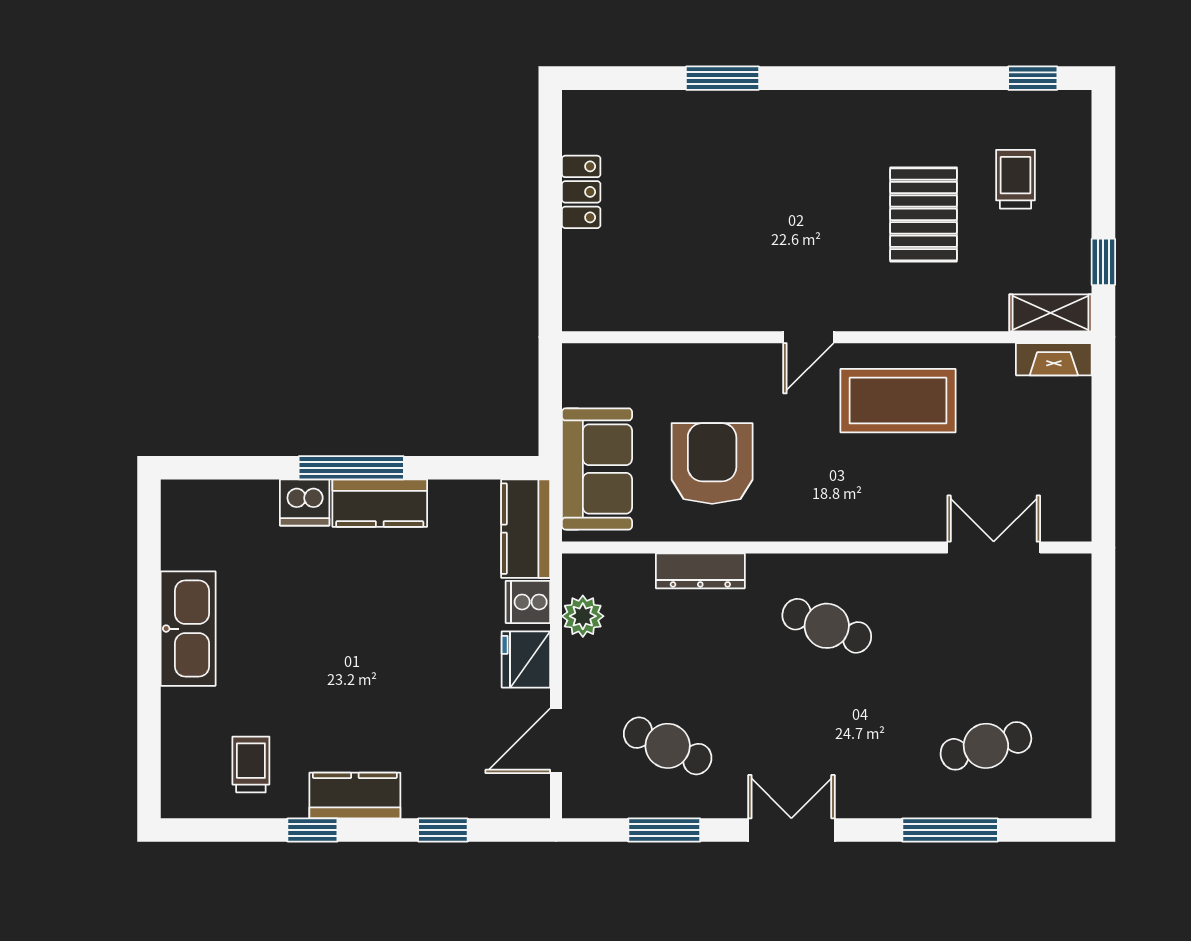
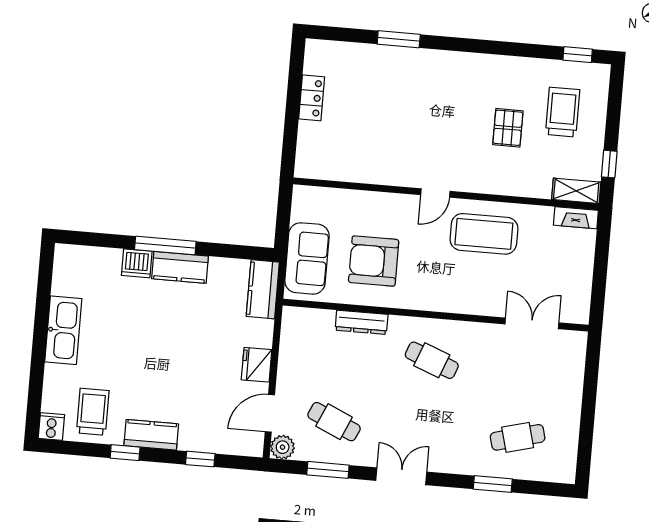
trolley: (1016, 179) -> (563, 112), width x1.36, depth x1.39
pallet: (924, 214) -> (508, 128), width x0.67, depth x0.71
armchair: (712, 464) -> (374, 261), turned -90
cooker: (528, 602) -> (51, 427), moved, turned 90
plant: (583, 616) -> (283, 447), moved
trolley: (251, 764) -> (93, 412), width x1.36, depth x1.39
window: (950, 830) -> (493, 484), width x0.69

